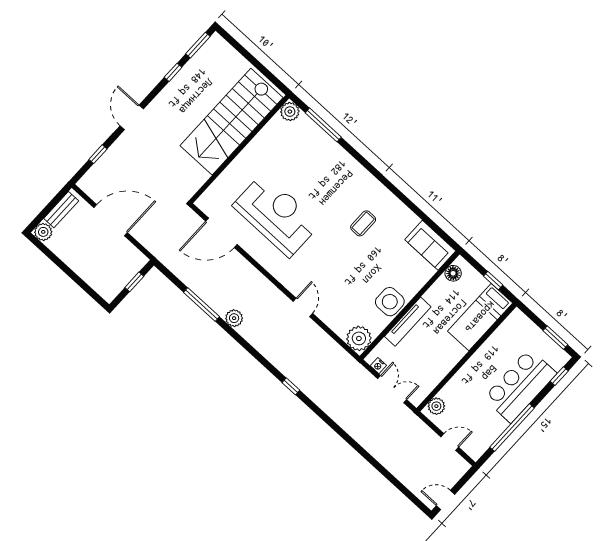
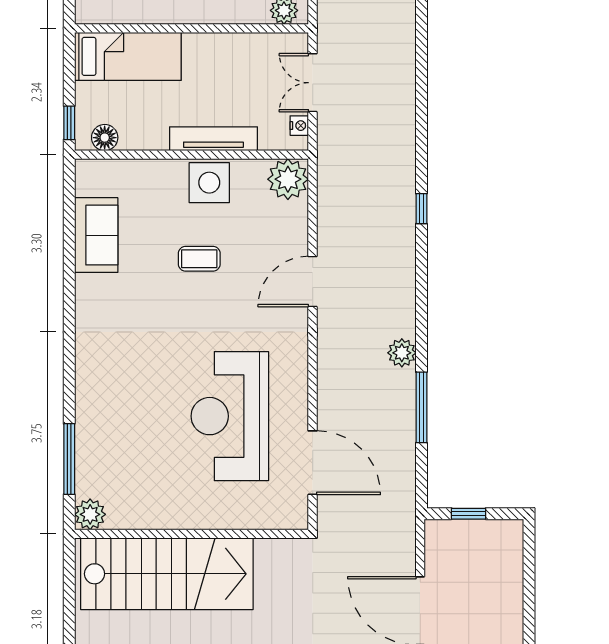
coffee table: (363, 223) -> (199, 259), moved
sofa: (430, 245) -> (96, 235), moved
window: (493, 281) -> (69, 123), moved
door: (303, 307) -> (313, 282), width x1.38

